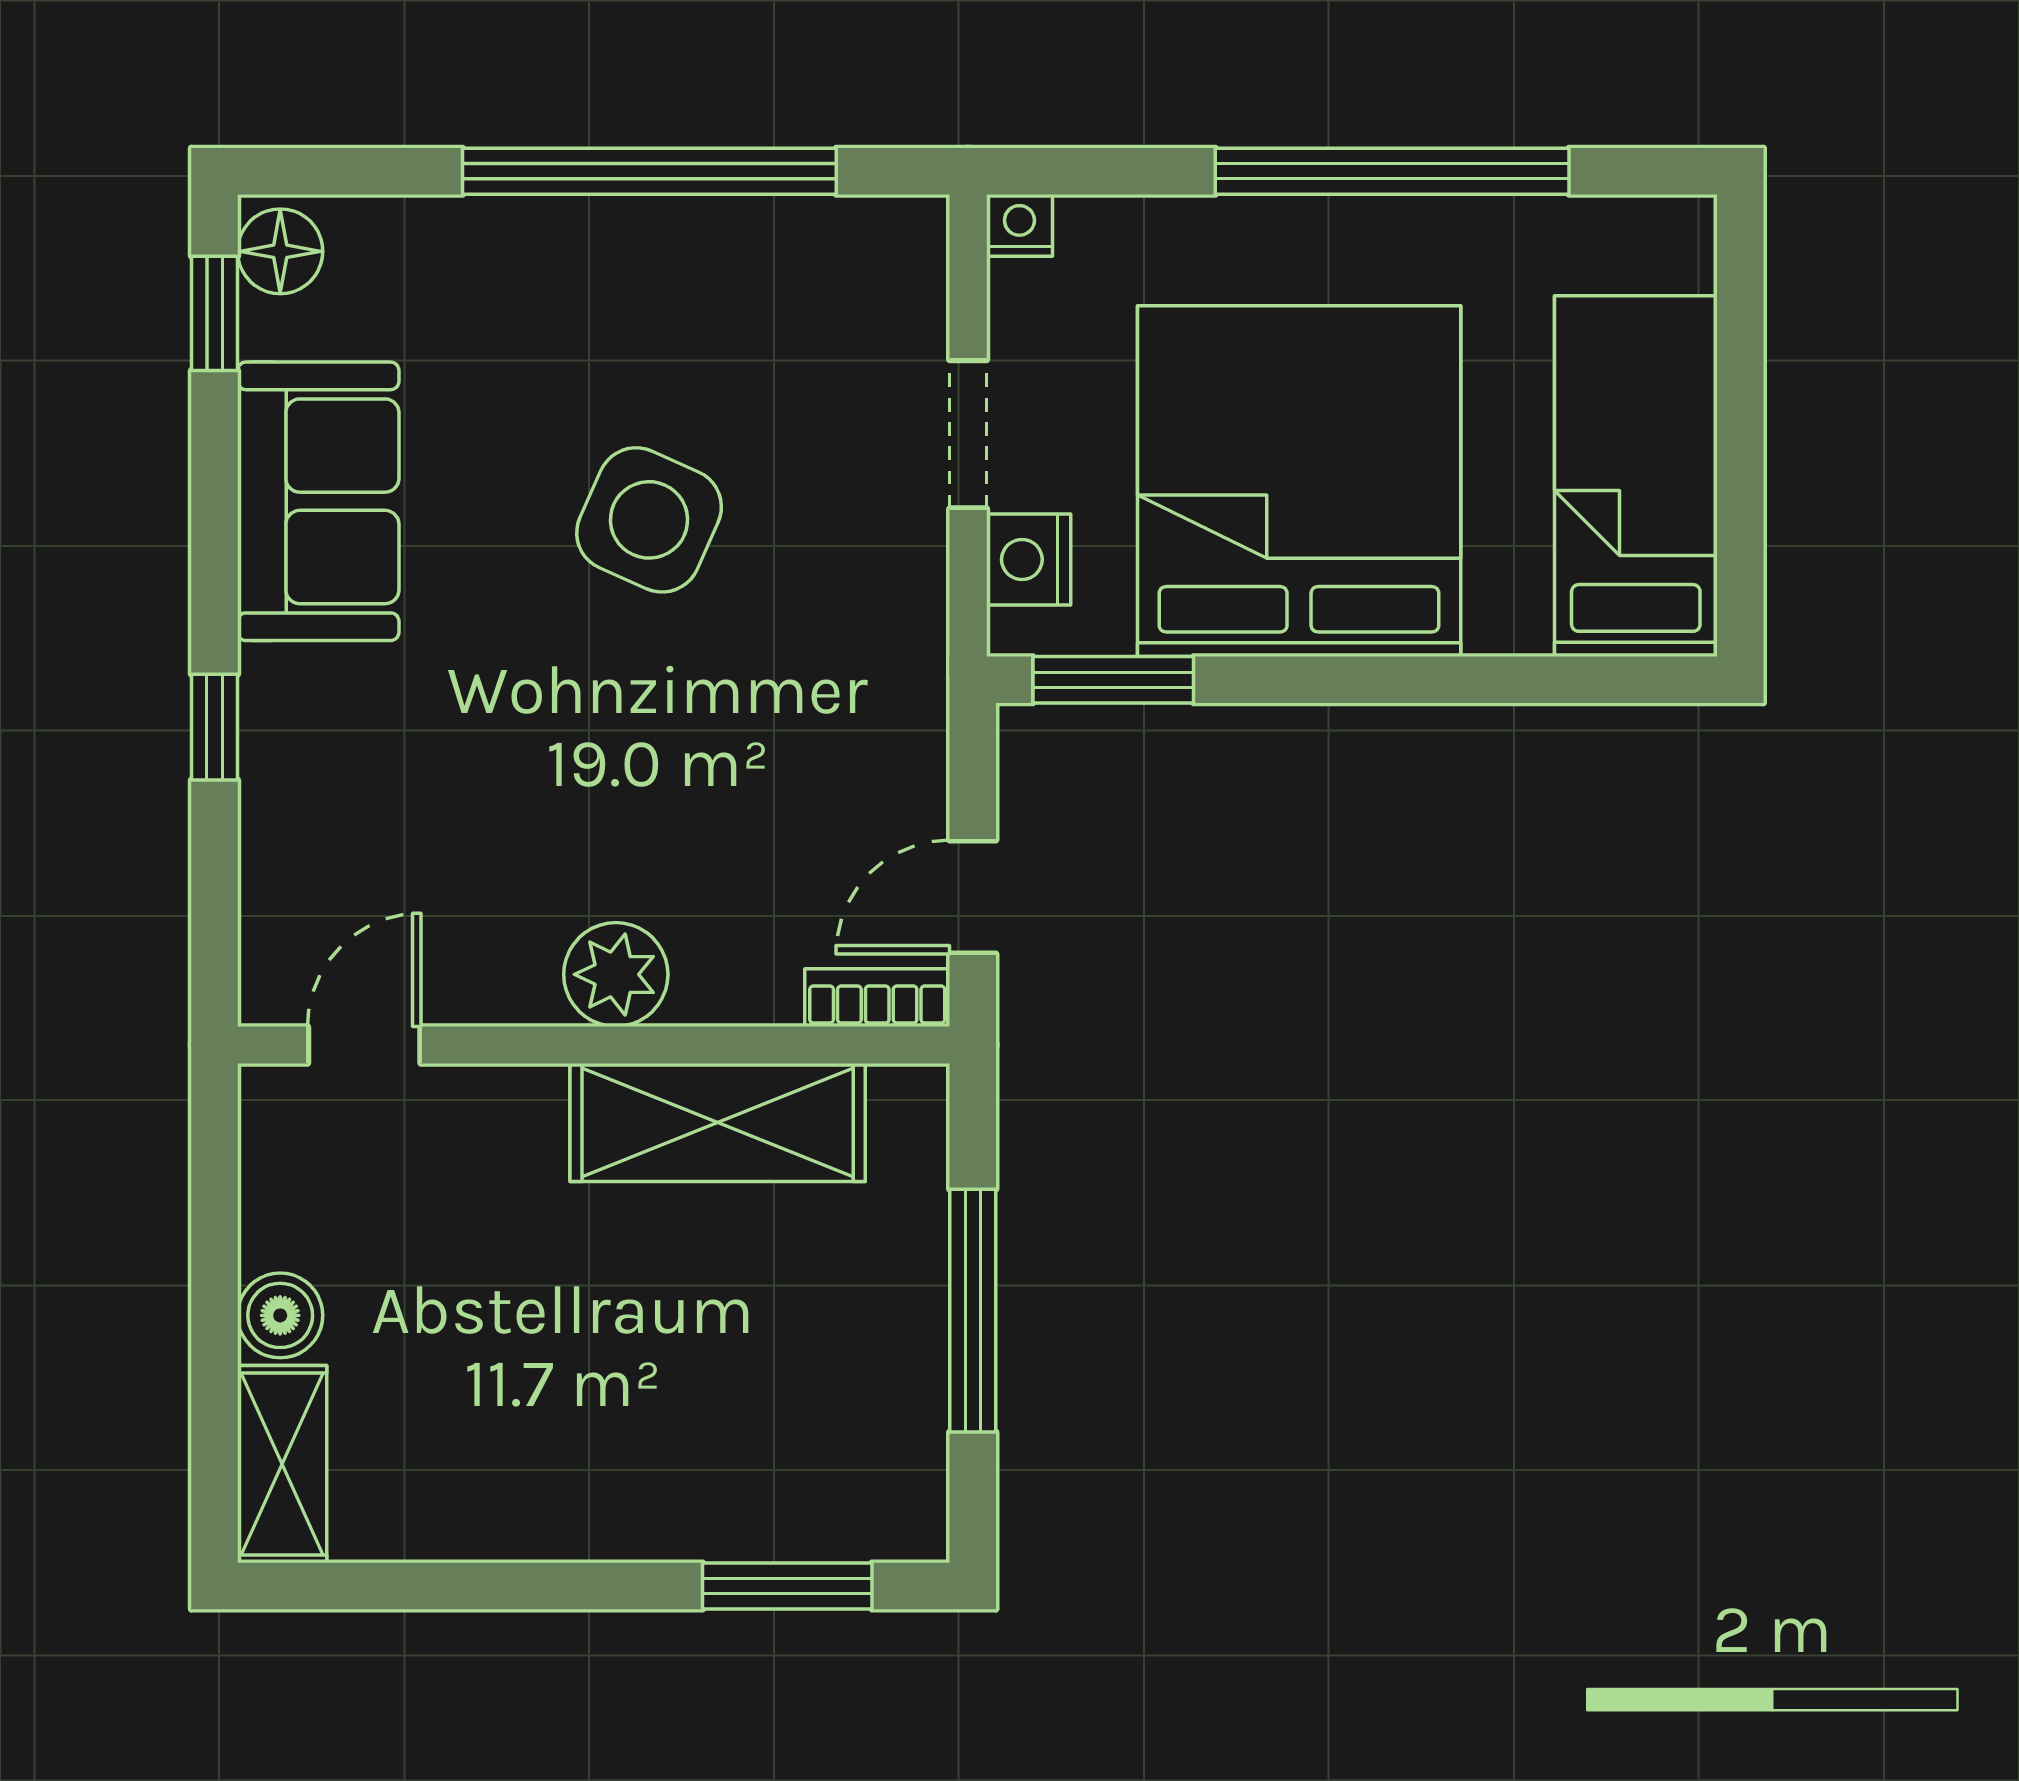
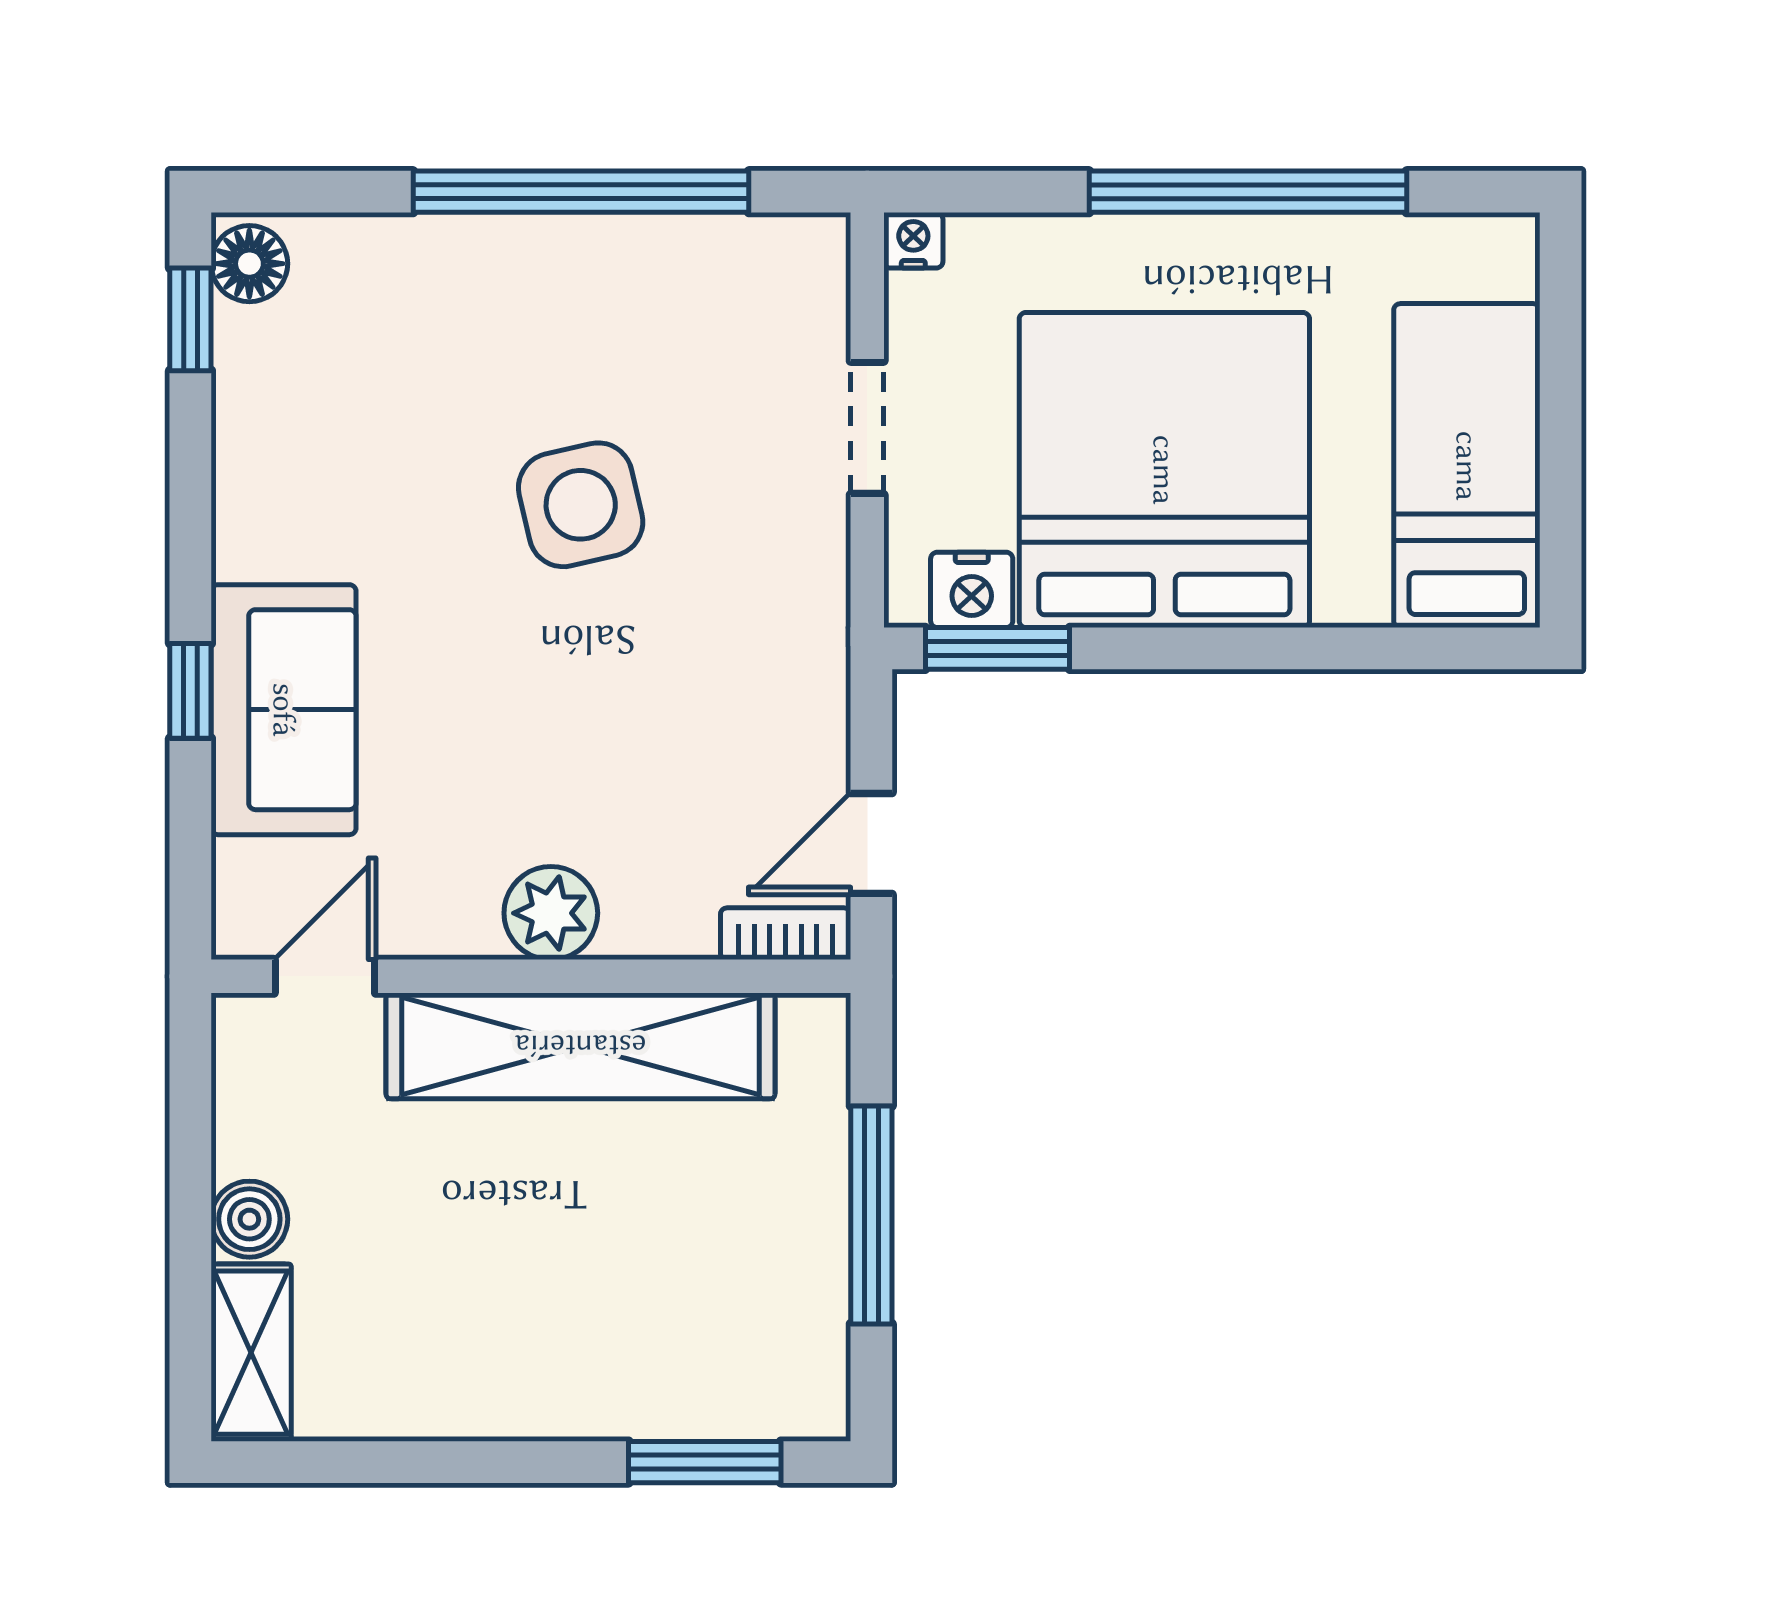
sofa: (318, 501) -> (284, 710), moved
side table: (649, 520) -> (581, 505), turned -37
nightstand: (1029, 559) -> (972, 590), moved, turned -90
shelving: (718, 1123) -> (580, 1046), width x1.47

